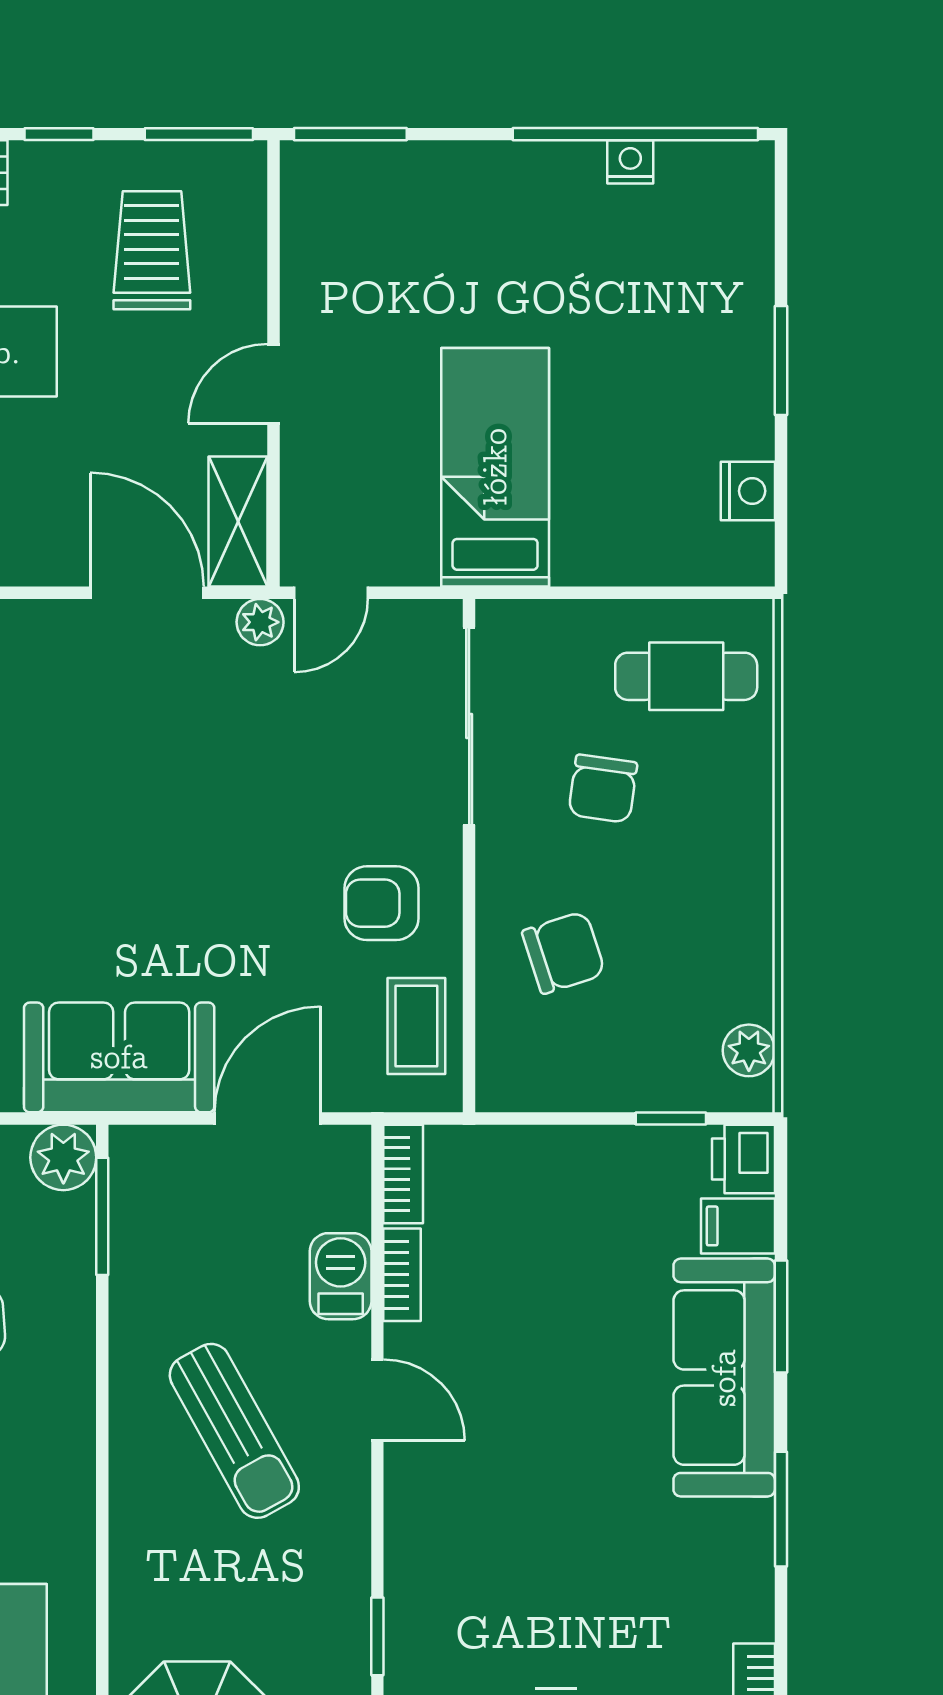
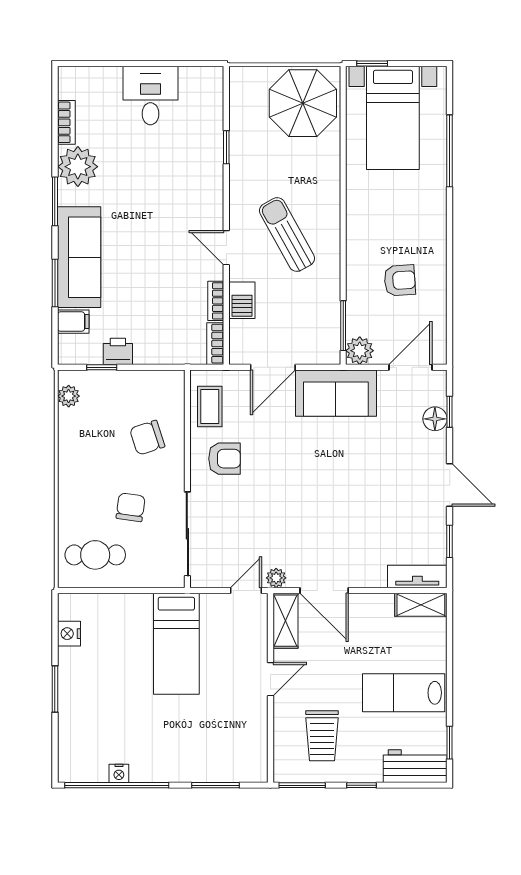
window: (350, 134) -> (215, 785), moved
printer: (743, 1159) -> (118, 351), moved, turned -90
plant: (727, 1591) -> (78, 167), added

